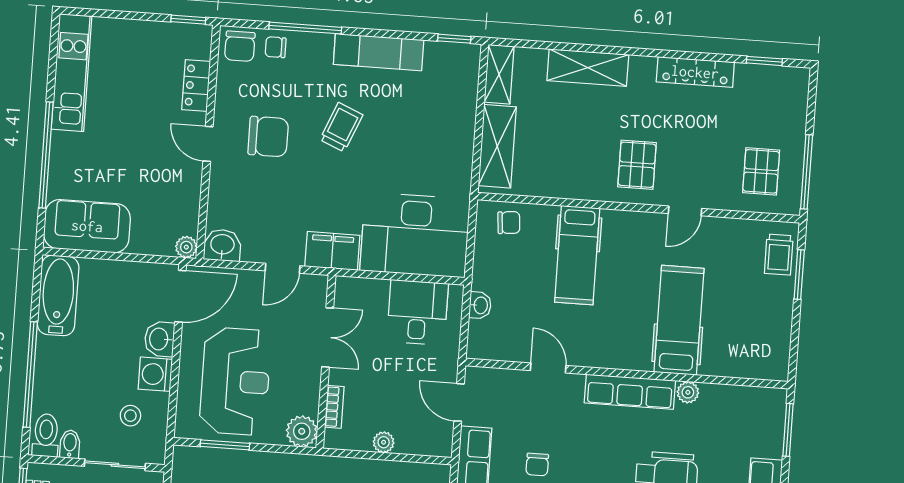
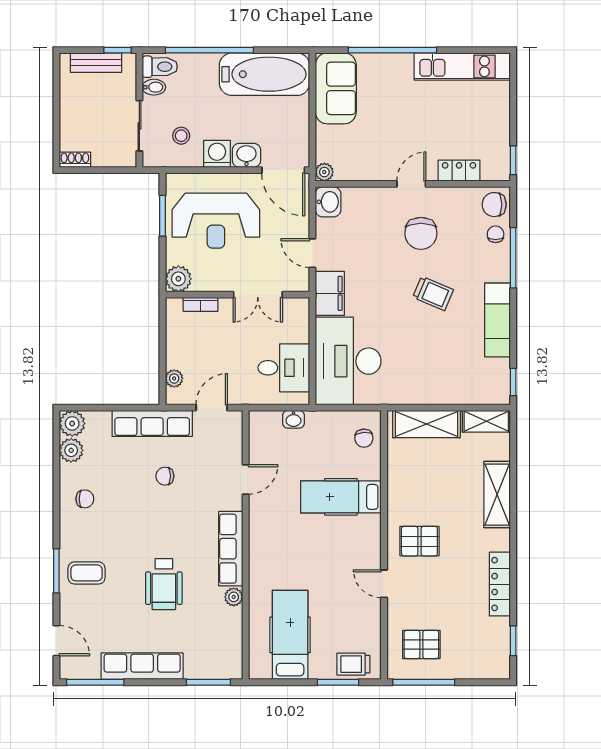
bathtub: (58, 295) -> (264, 74), width x1.36, depth x1.36
hospital bed: (679, 320) -> (290, 635), moved, turned -90
plant: (384, 442) -> (174, 378), moved

